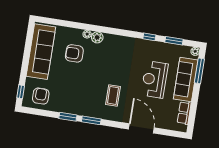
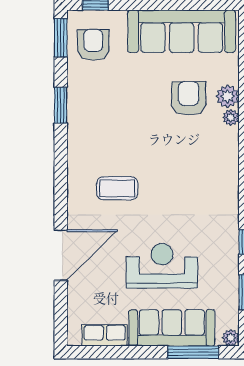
plant: (97, 37) -> (228, 96), moved
armchair: (41, 96) -> (93, 45), turned -90
window: (91, 120) -> (61, 38), moved

